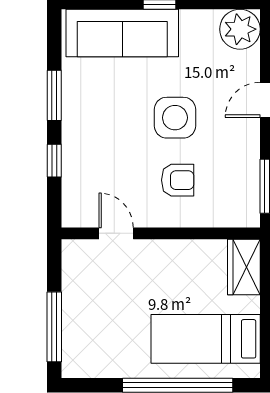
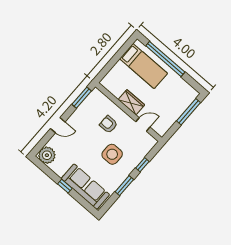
side table: (175, 118) -> (112, 154), moved
door: (116, 233) -> (143, 124), swing flipped
wardrobe: (244, 267) -> (131, 102), moved, turned -90

